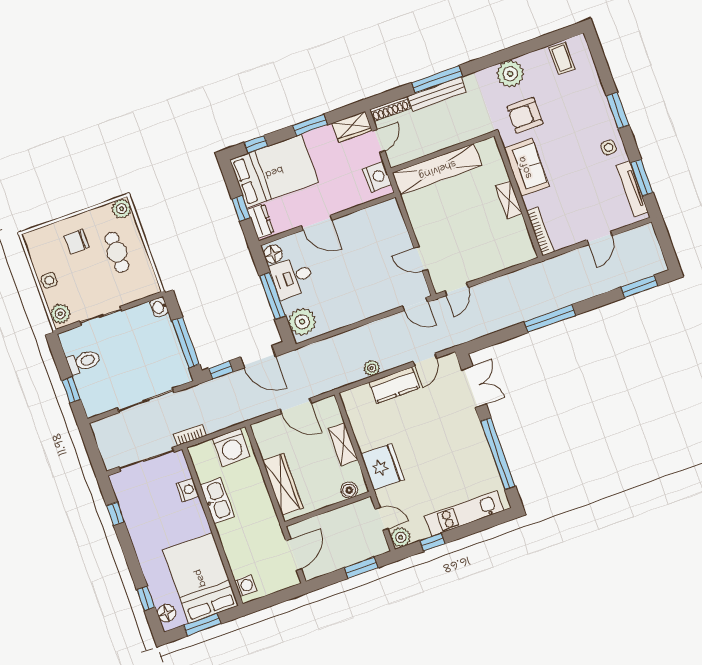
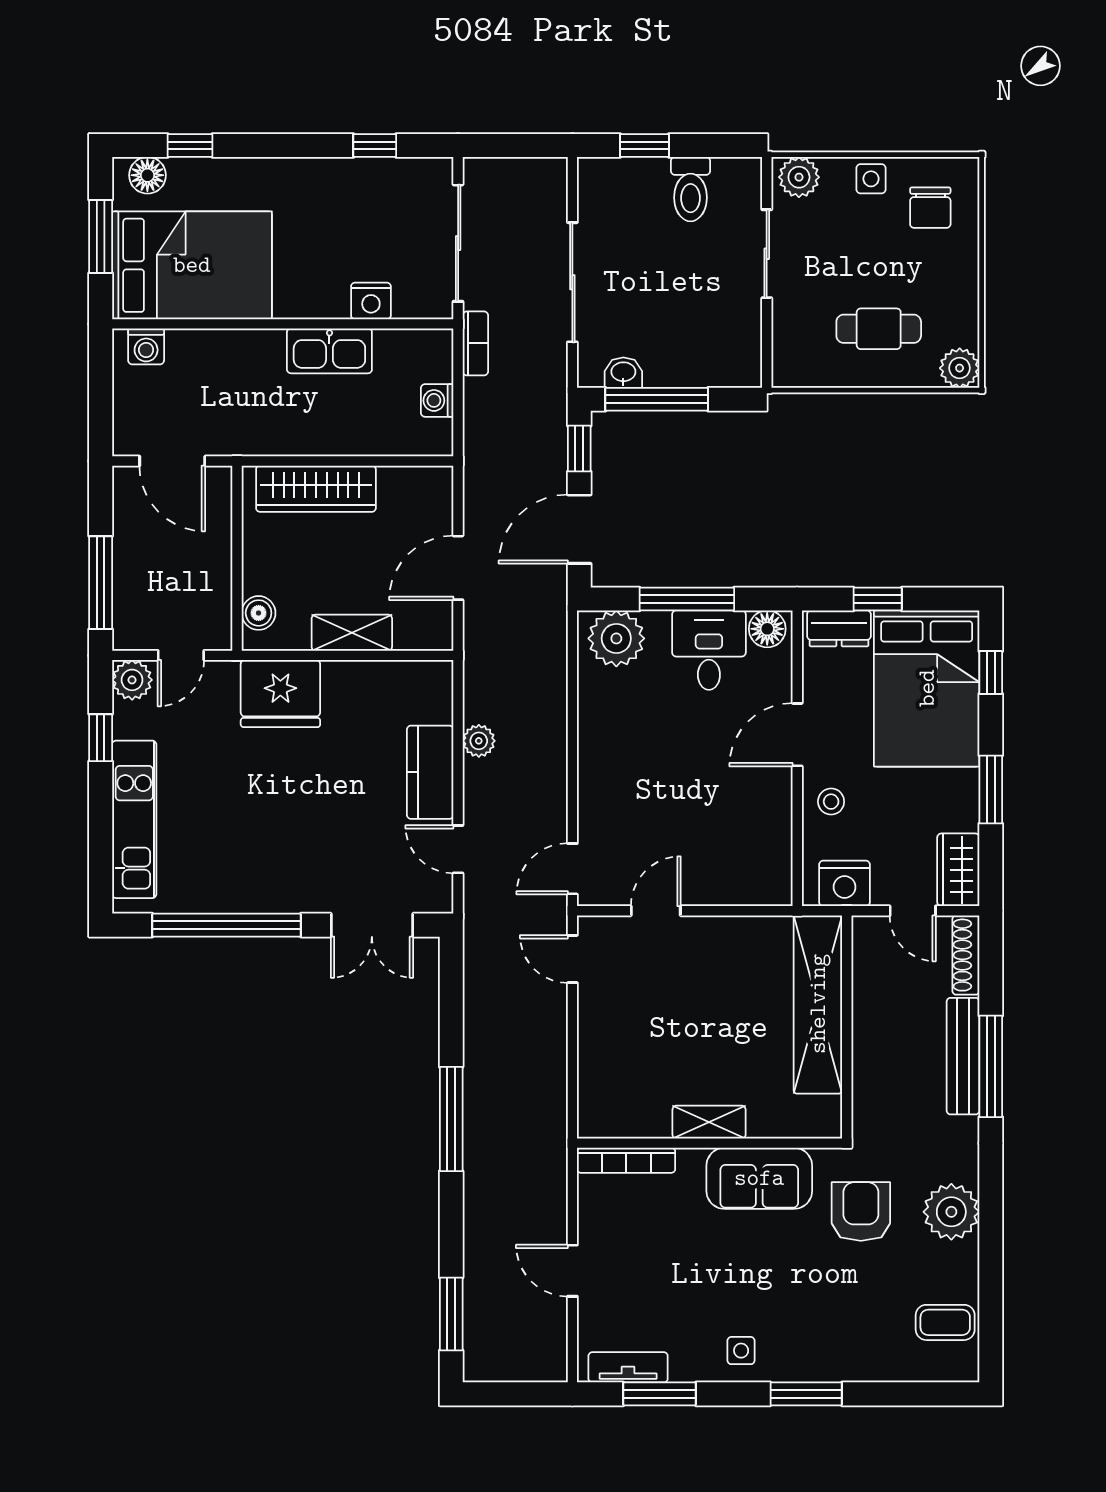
tv unit: (632, 189) -> (628, 1367), width x0.71
stool: (342, 196) -> (831, 802), added
chair: (77, 241) -> (930, 208), moved, turned 180
washbasin: (159, 307) -> (623, 373), moved
washing machine: (231, 447) -> (437, 400), width x0.53, depth x0.53
window: (361, 568) -> (101, 583), width x1.44

